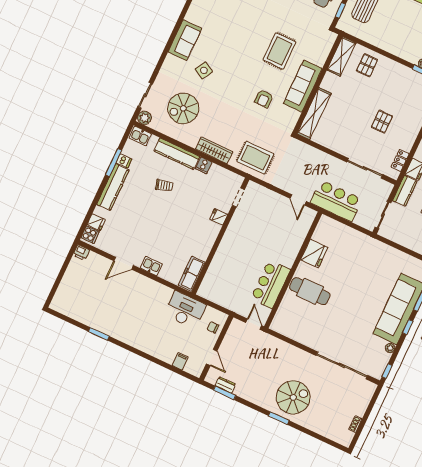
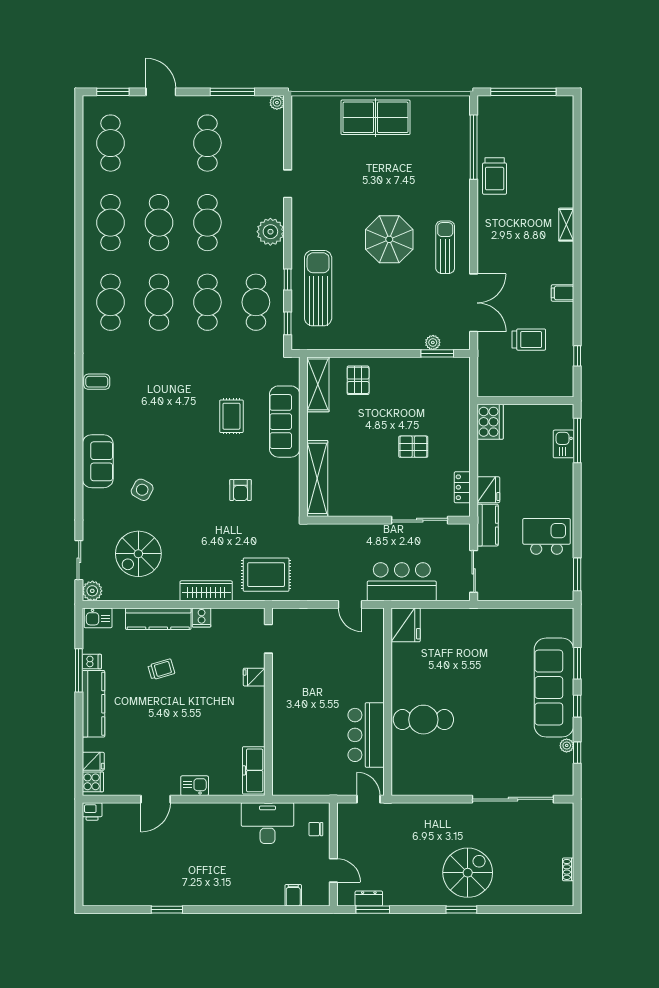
rug: (279, 51) -> (231, 416), width x0.73, depth x0.70
sofa: (303, 86) -> (285, 422), moved
pallet: (382, 122) -> (413, 447), turned 90
fridge: (314, 254) -> (406, 625), moved
window: (387, 371) -> (577, 753), moved

